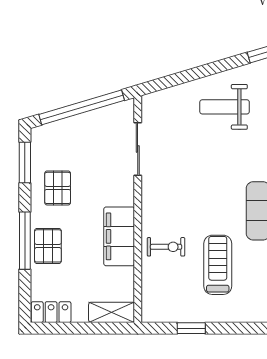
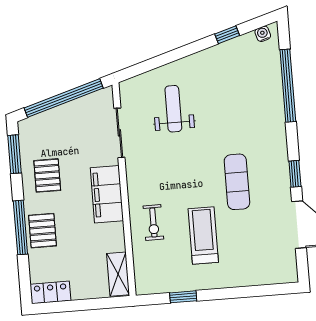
weight bench: (225, 107) -> (173, 109), moved, turned 90
filing cabinet: (119, 236) -> (107, 194), moved
exercise bike: (166, 247) -> (153, 223), turned 90
shelving: (112, 312) -> (118, 274), moved, turned 90

